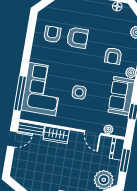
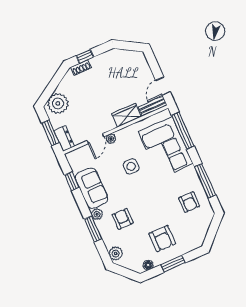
armchair: (77, 38) -> (162, 239), moved, turned -90
window: (29, 43) -> (205, 181), added
plant: (108, 129) -> (111, 139), moved
door: (93, 133) -> (96, 139), swing flipped

